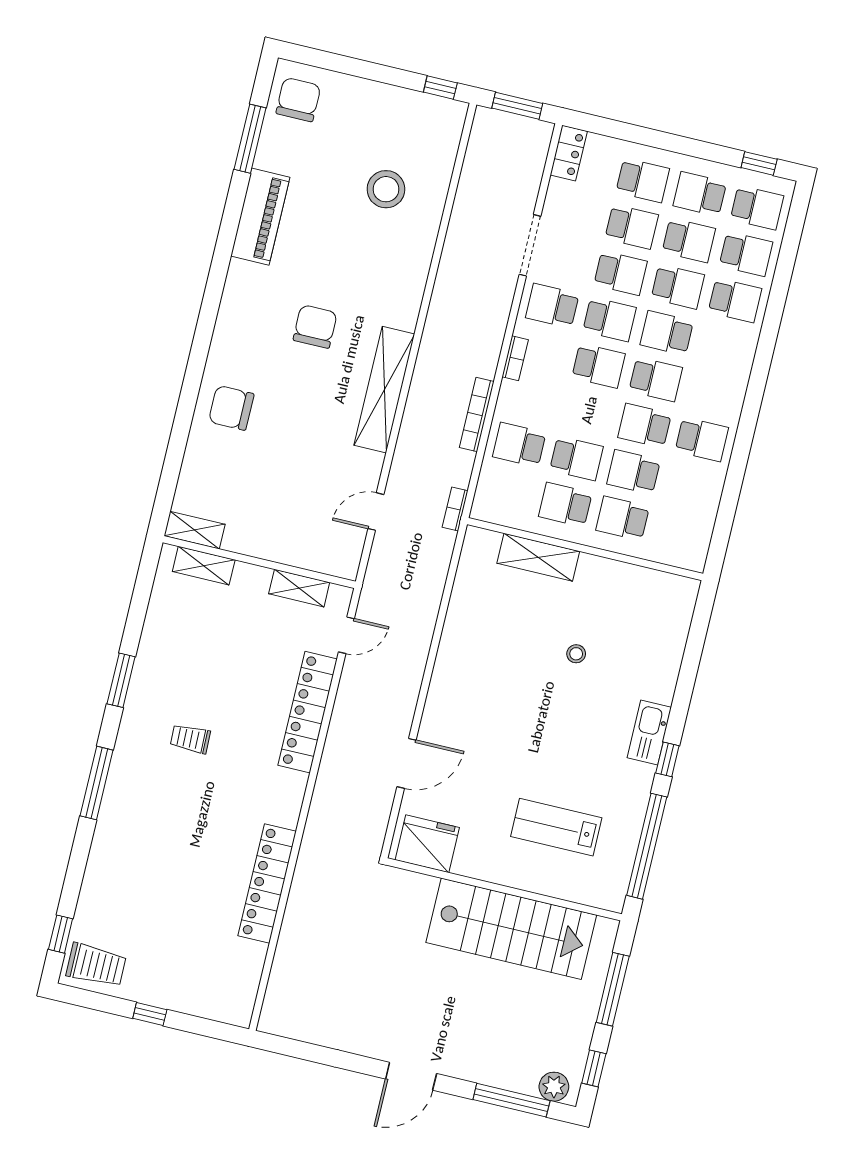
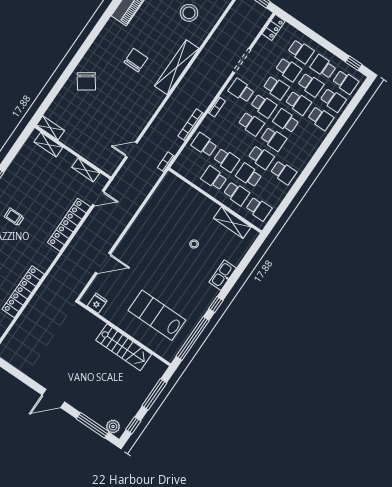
shelving: (384, 390) -> (177, 67), moved
chair: (231, 408) -> (86, 81), turned -125
school desk: (645, 426) -> (261, 157), turned 180
school desk: (623, 518) -> (236, 193), turned 180
school desk: (680, 532) -> (259, 209), added
shelving: (538, 557) -> (232, 223), moved
kitchen sink: (649, 732) -> (223, 275), moved
lab bench: (556, 827) -> (157, 315), width x1.36, depth x1.39
fridge: (427, 844) -> (97, 303), width x0.53, depth x0.75
stairs: (511, 929) -> (124, 347), width x0.73, depth x0.66

